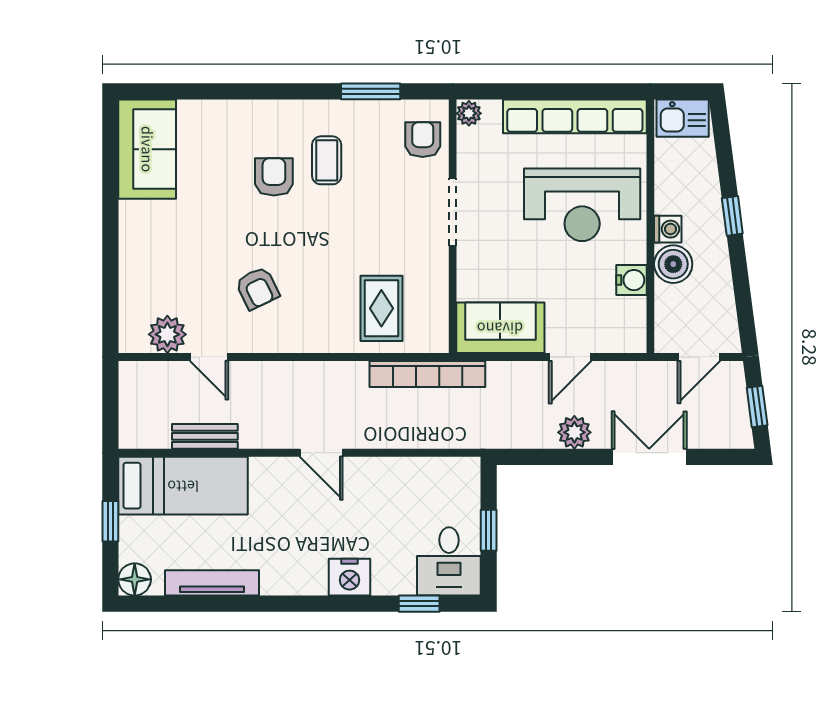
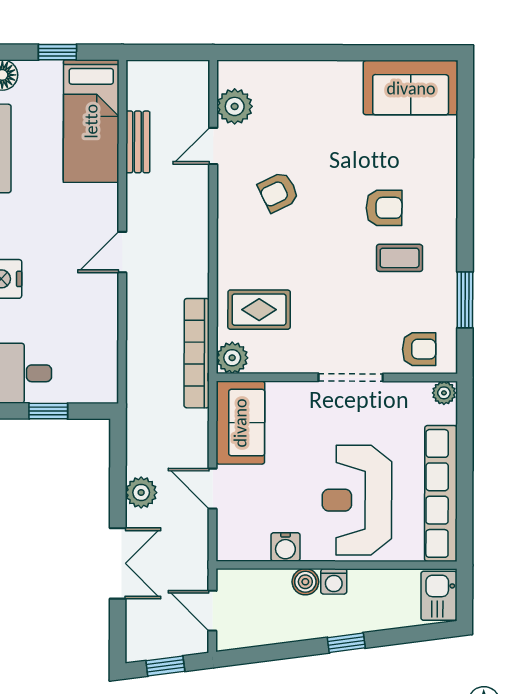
boiler: (673, 264) -> (305, 582), width x0.73, depth x0.73
plant: (432, 337) -> (232, 358), added

